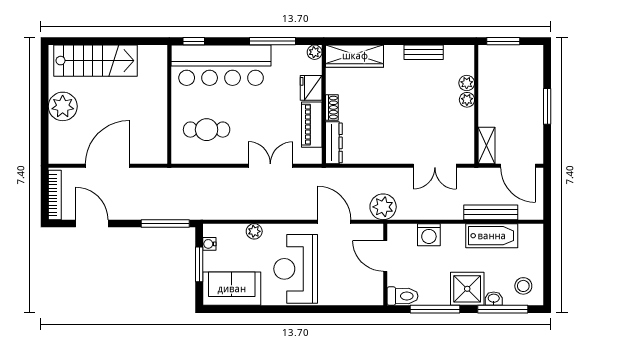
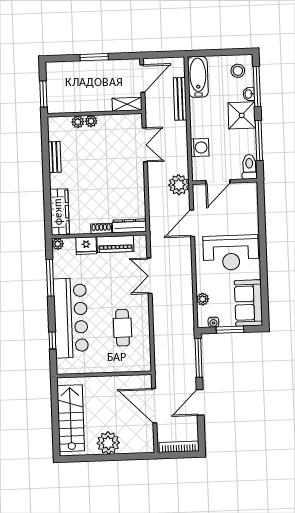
wall: (169, 104) -> (104, 374), moved
door: (92, 224) -> (200, 402), moved
plant: (254, 231) -> (203, 299), moved
bathtub: (492, 236) -> (198, 77), moved

